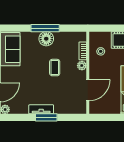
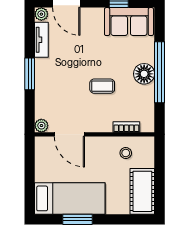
window: (45, 28) -> (159, 72), width x1.46
plant: (82, 66) -> (41, 126), moved
tv unit: (41, 109) -> (41, 40), moved

